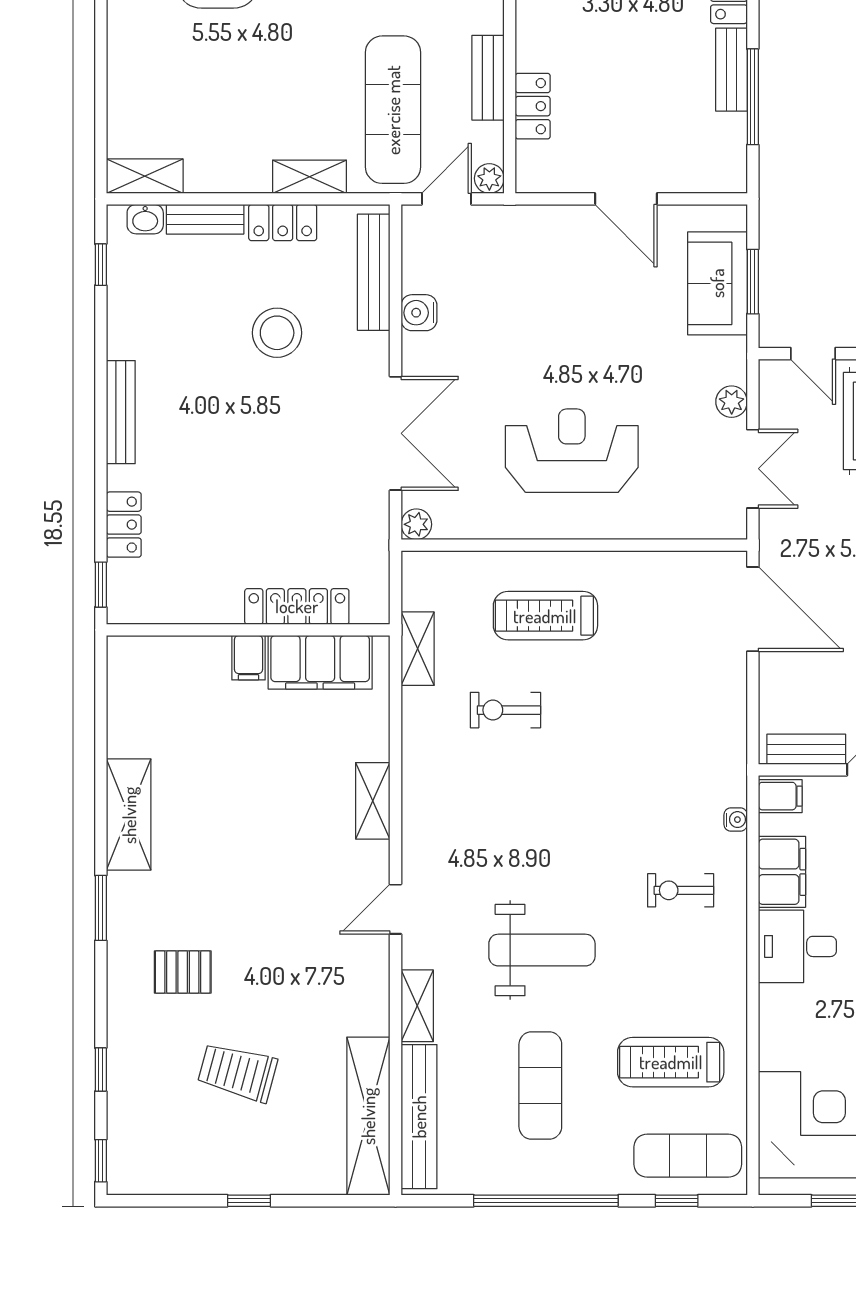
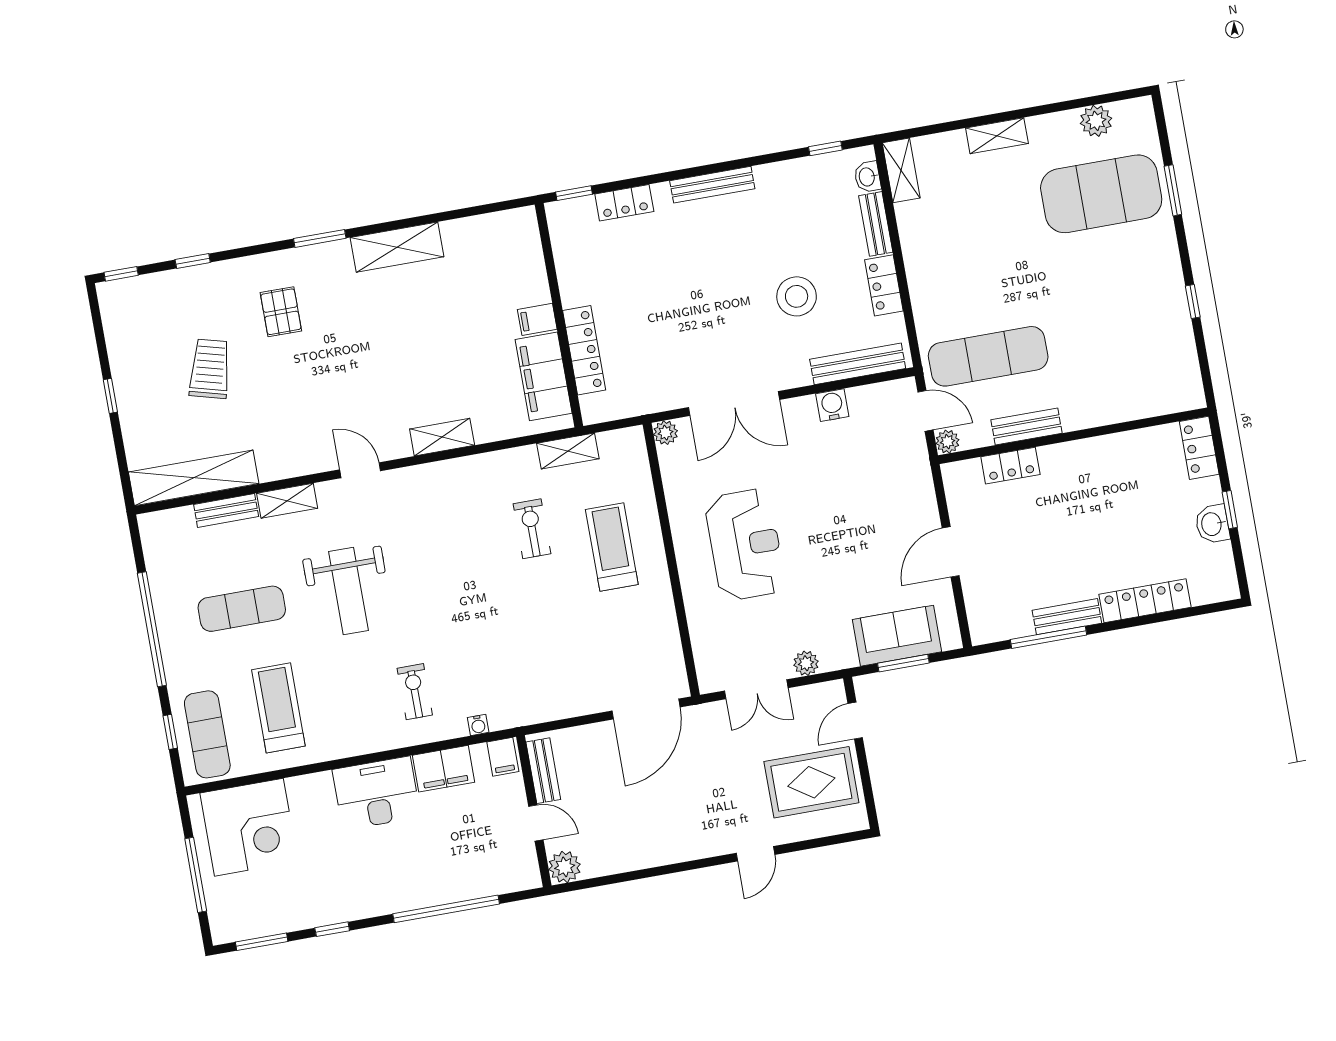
shelving: (309, 177) -> (997, 136), moved, turned 90
desk: (797, 946) -> (376, 793), width x1.37
bench: (419, 1117) -> (226, 511), width x0.54, depth x0.82

